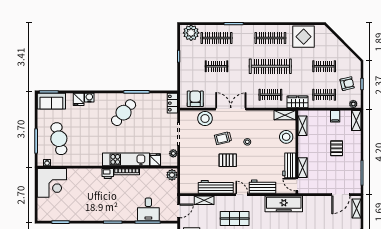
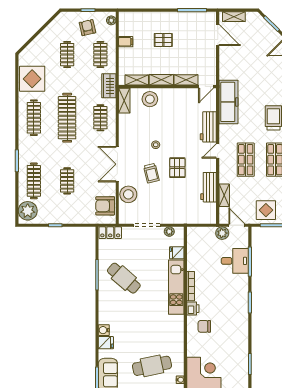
cafe table: (124, 113) -> (124, 278), moved
shelving: (356, 121) -> (161, 80), moved
workbench: (289, 165) -> (183, 96), removed
plant: (172, 175) -> (222, 233), moved
chair: (92, 183) -> (204, 326), added
workbench: (216, 187) -> (209, 187), width x0.73

